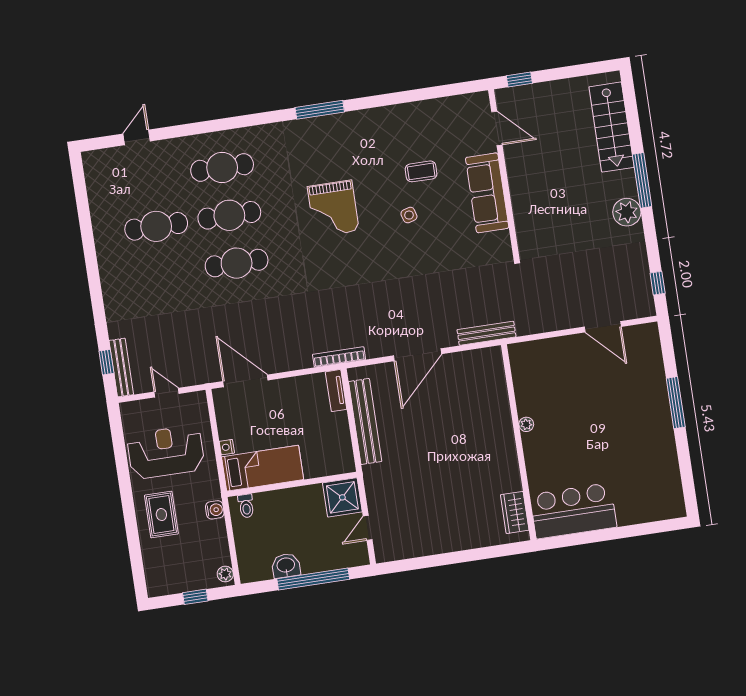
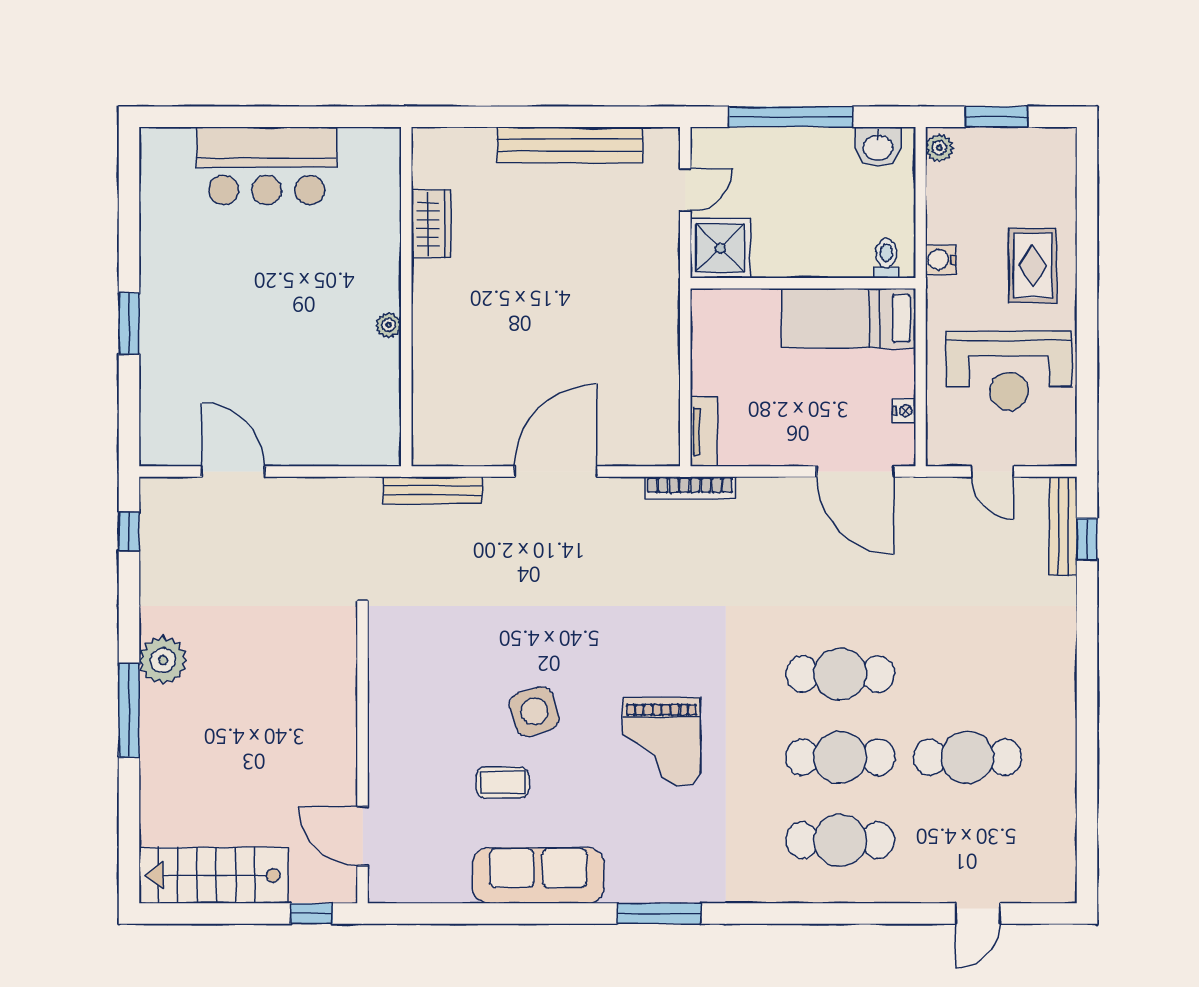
stairs: (612, 127) -> (213, 875), moved, turned -90
sofa: (487, 193) -> (538, 875), moved, turned -90
grand piano: (333, 209) -> (662, 742), turned 180
side table: (409, 215) -> (534, 711), width x1.87, depth x1.87
window: (676, 403) -> (129, 324), width x0.69
bench: (365, 421) -> (570, 145), moved, turned 90
nightstand: (227, 447) -> (904, 411), moved
bar counter: (573, 511) -> (267, 166), moved
wardrobe: (515, 512) -> (431, 224), moved
washbasin: (286, 566) -> (878, 147), moved
window: (195, 597) -> (996, 117), width x1.50

